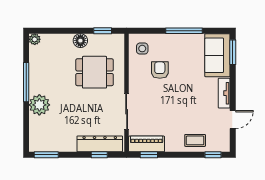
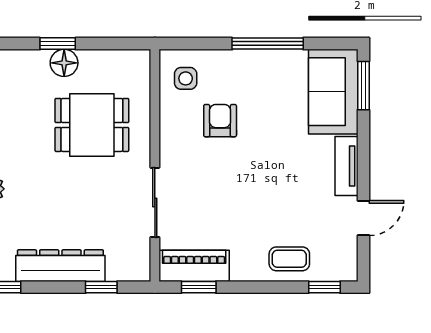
window: (103, 31) -> (58, 44), moved
dresser: (100, 144) -> (60, 266), moved

